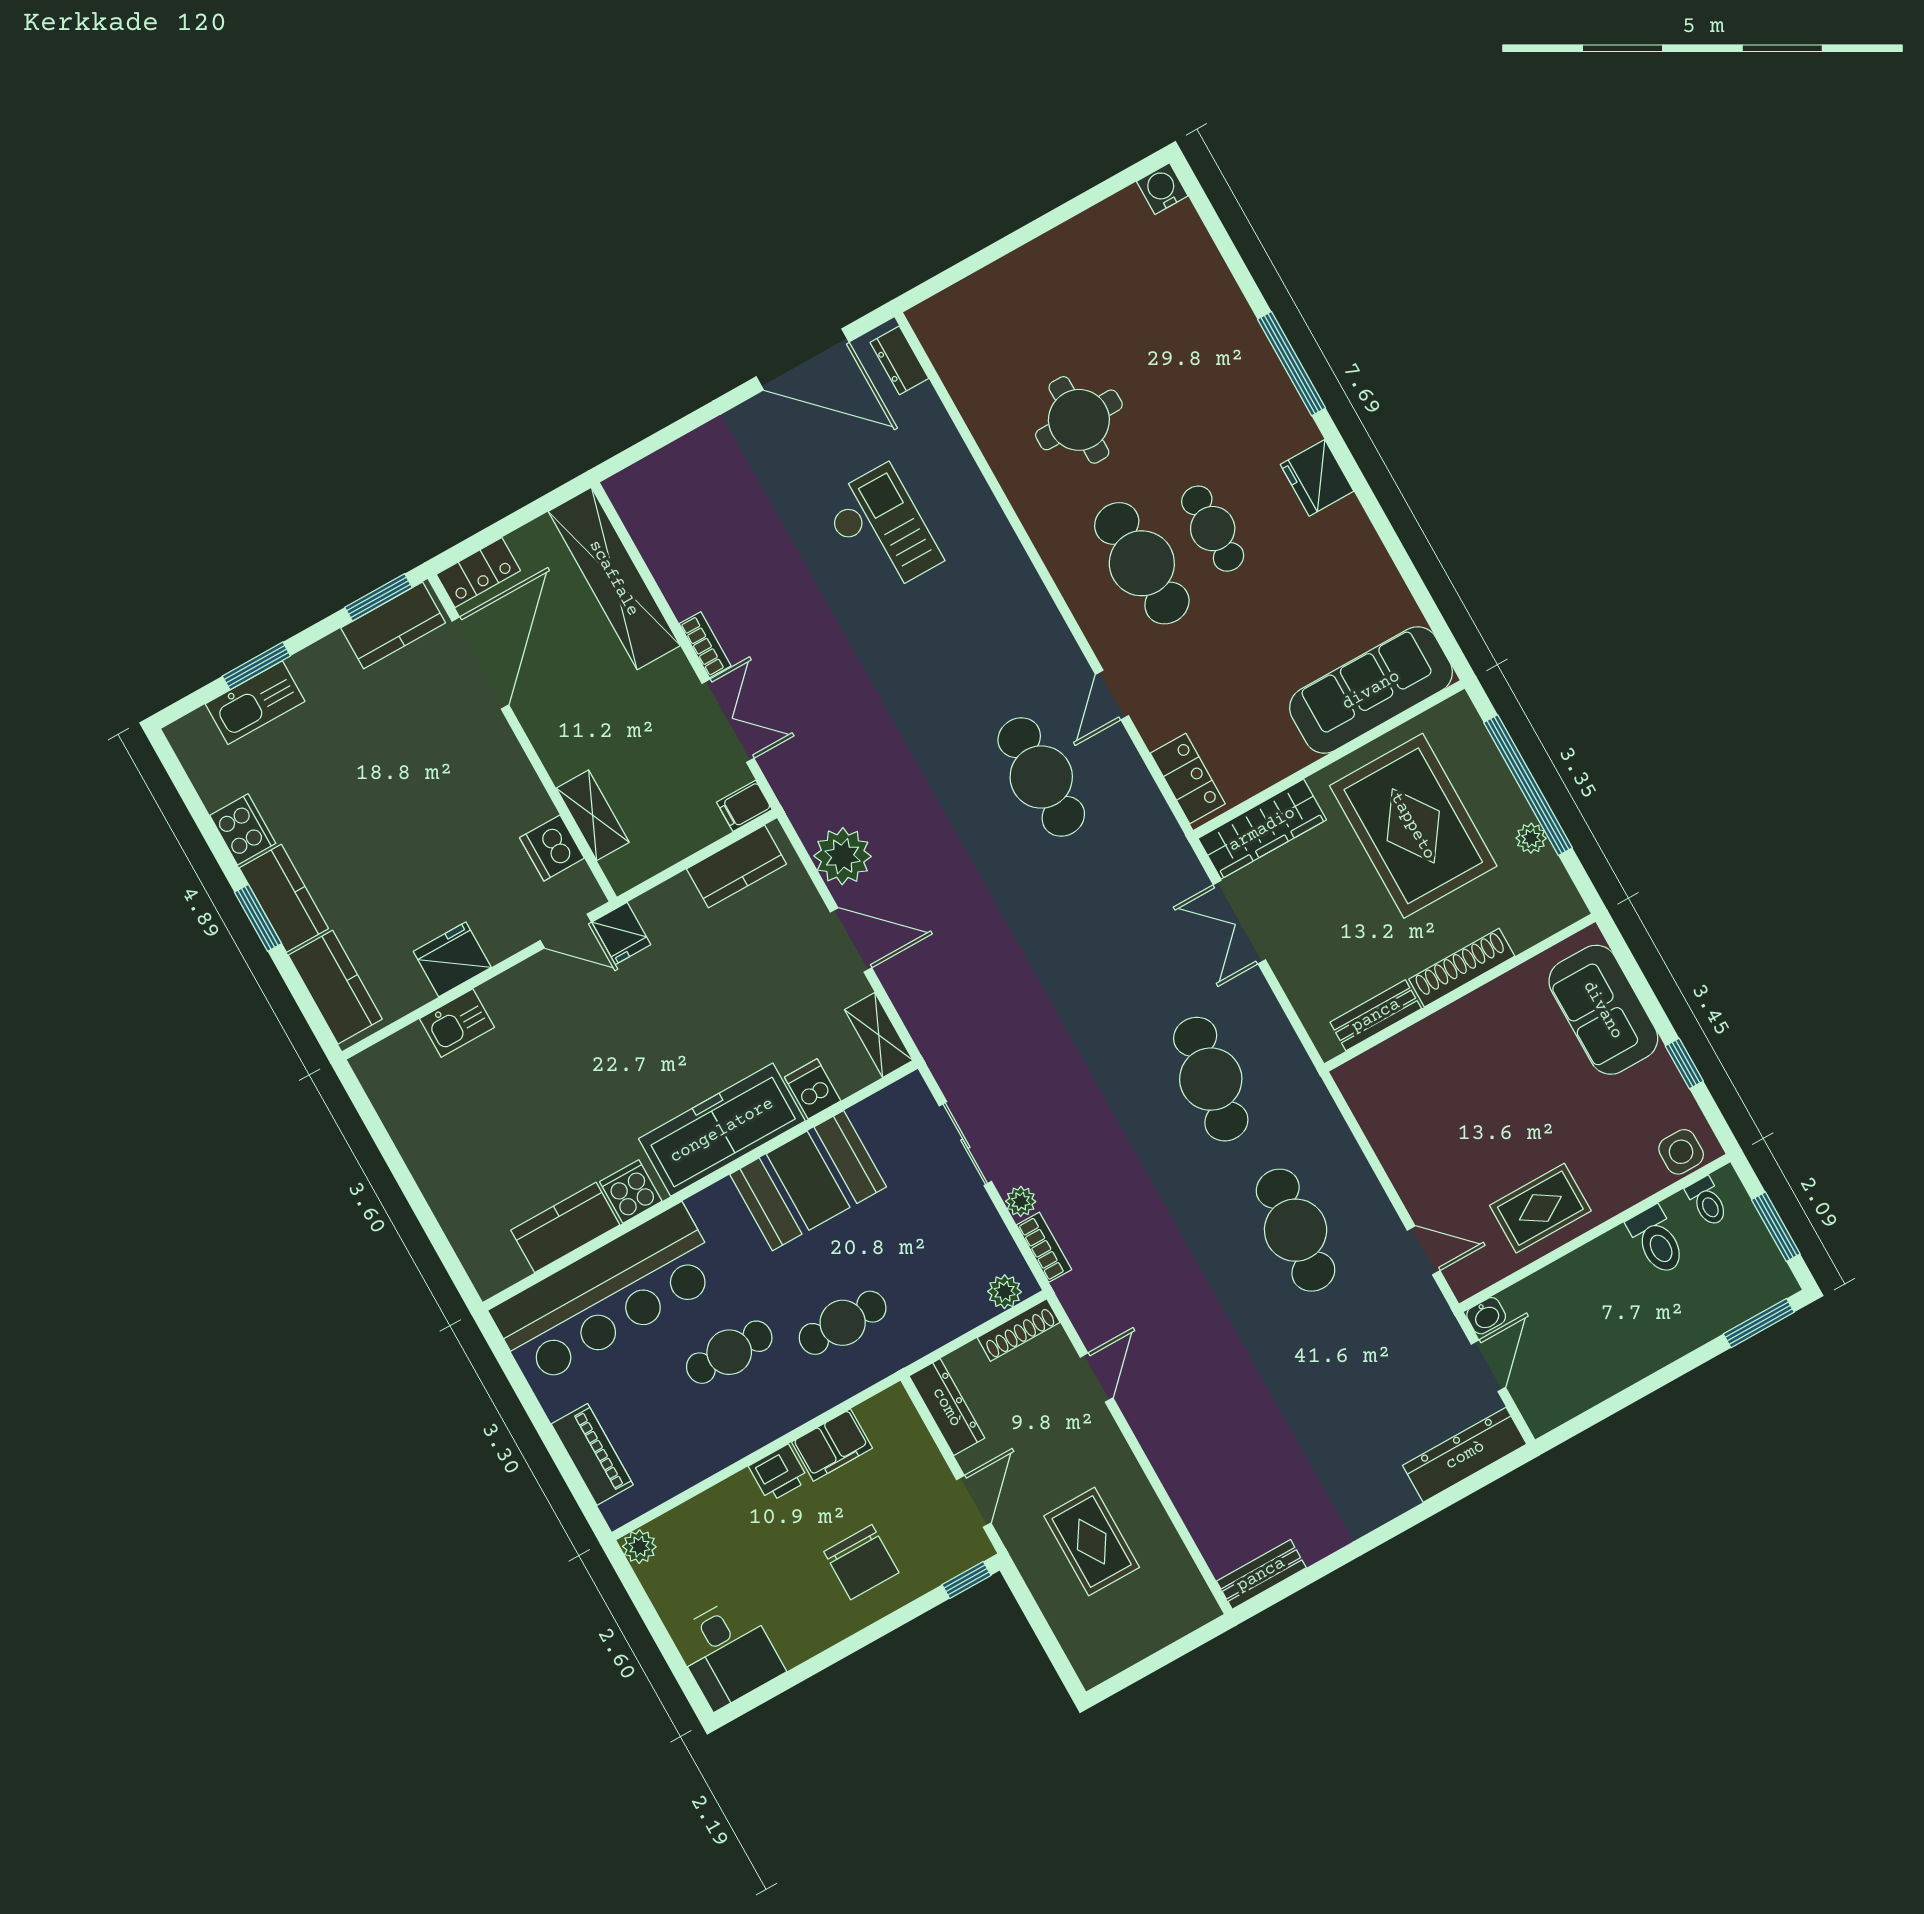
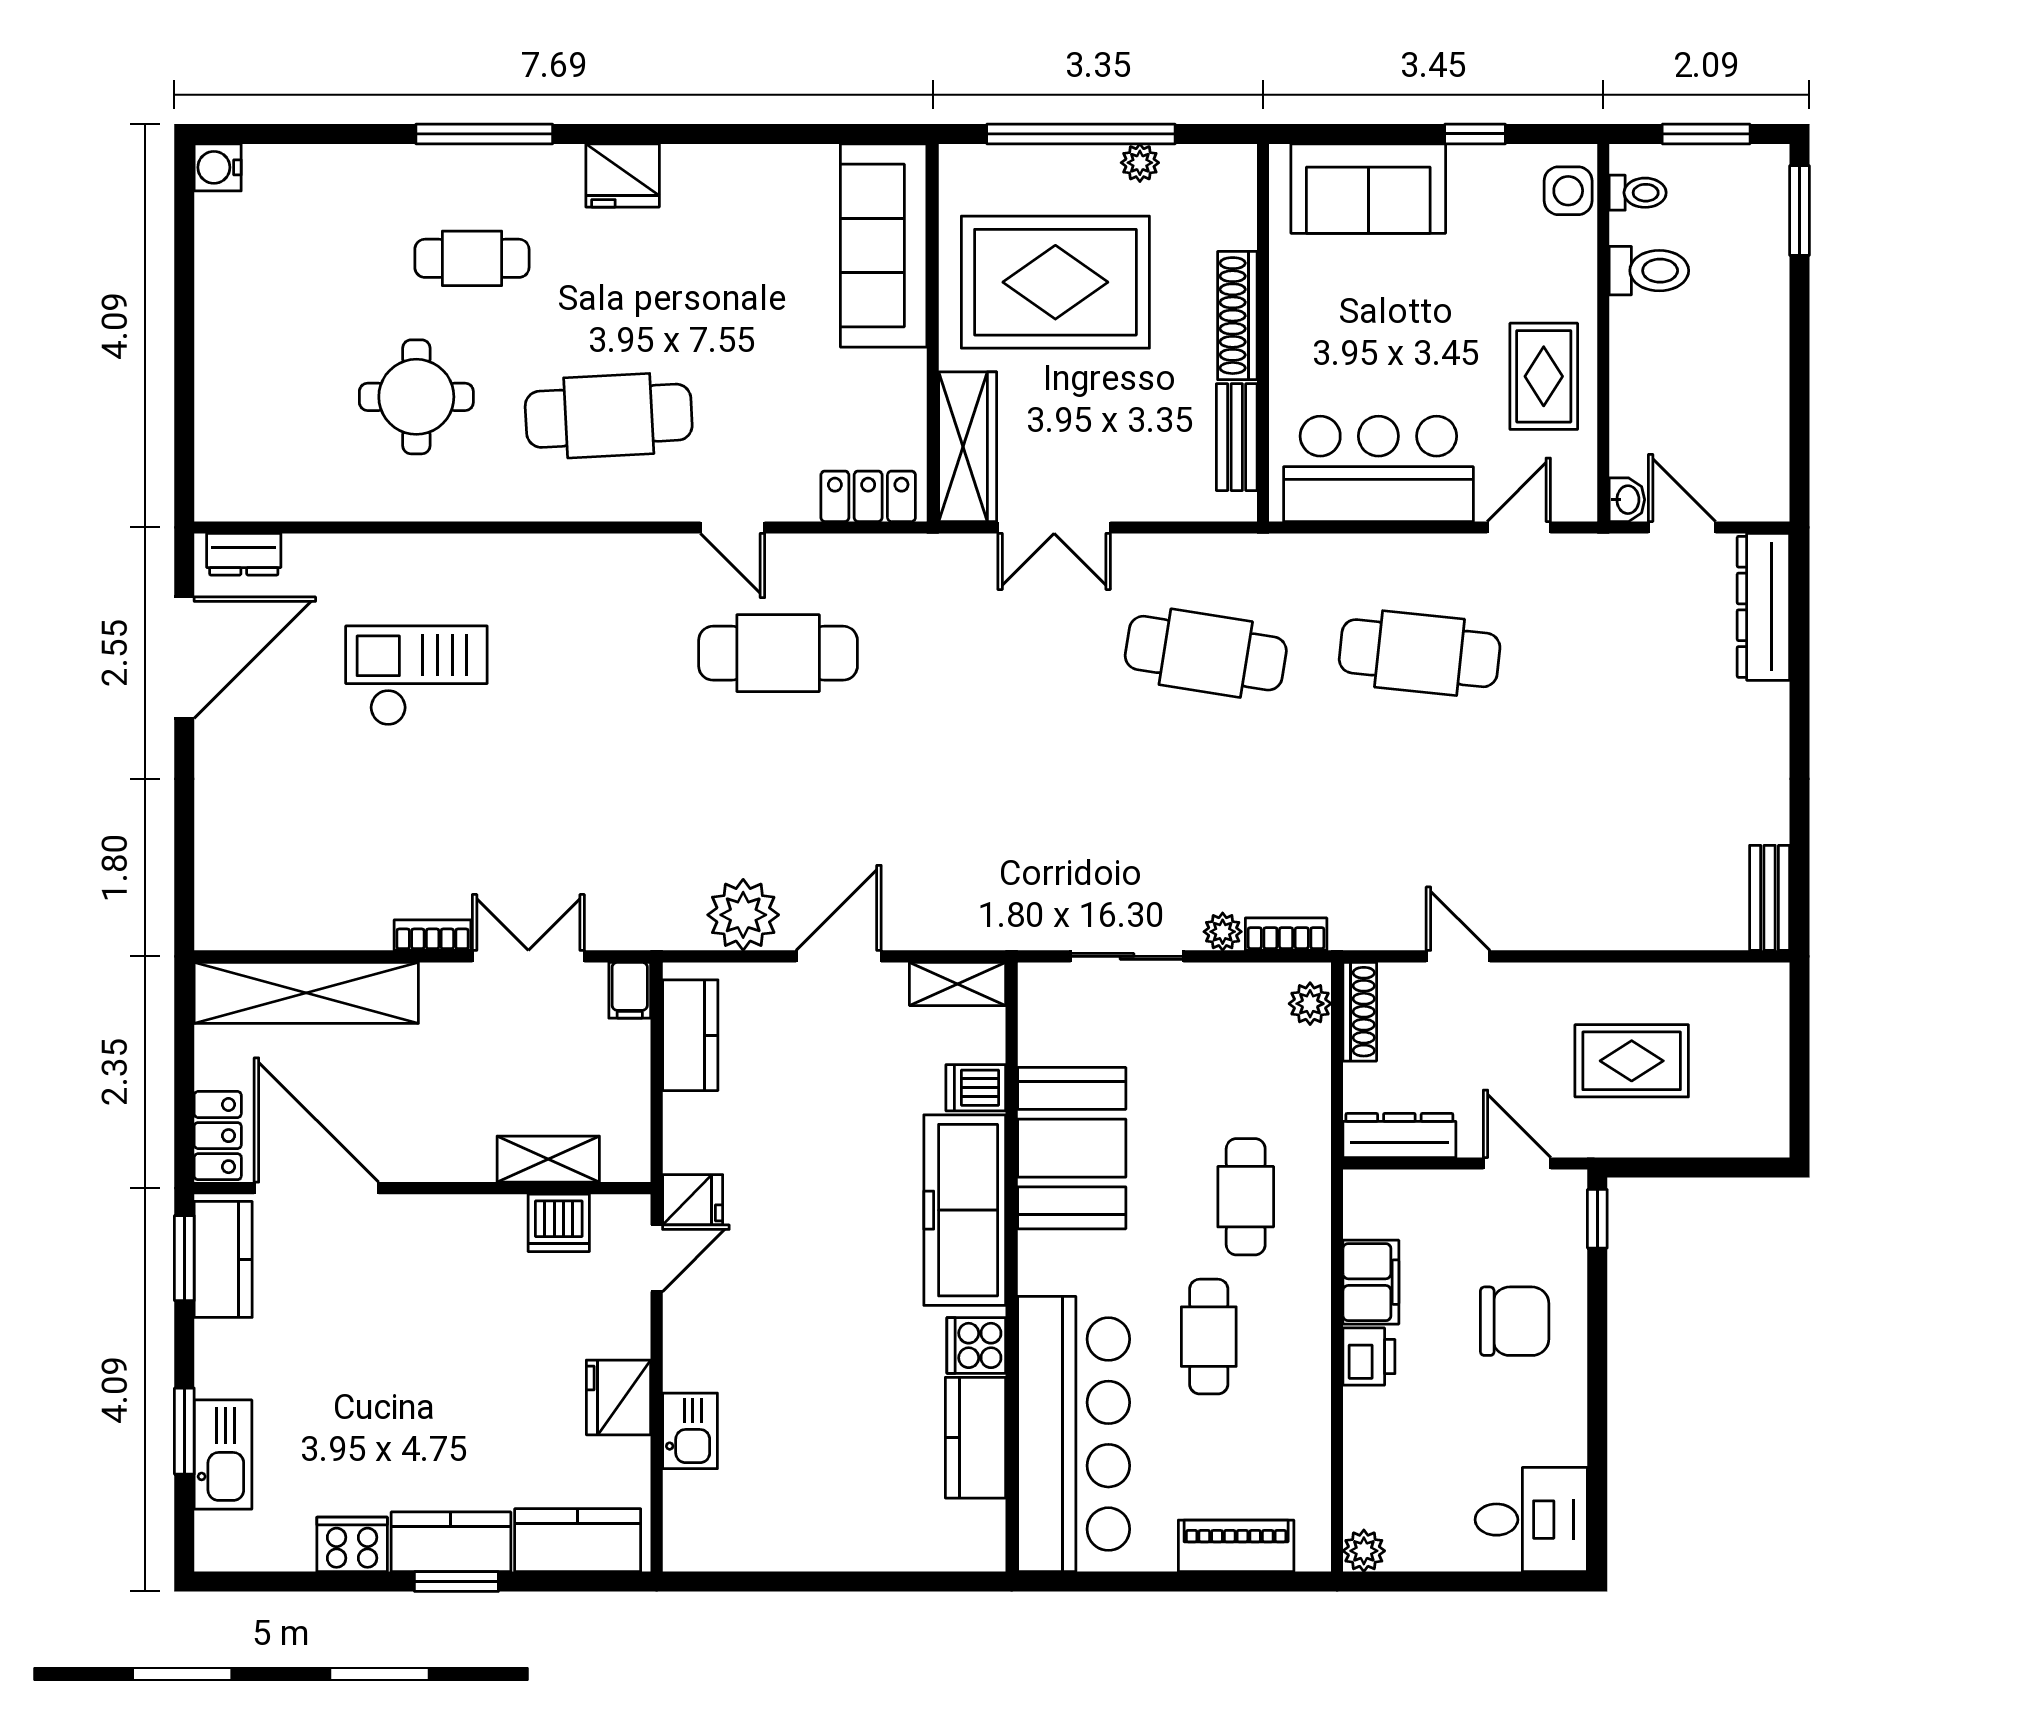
cafe table: (1213, 529) -> (472, 258), moved
bar counter: (1409, 1128) -> (1378, 469), added

